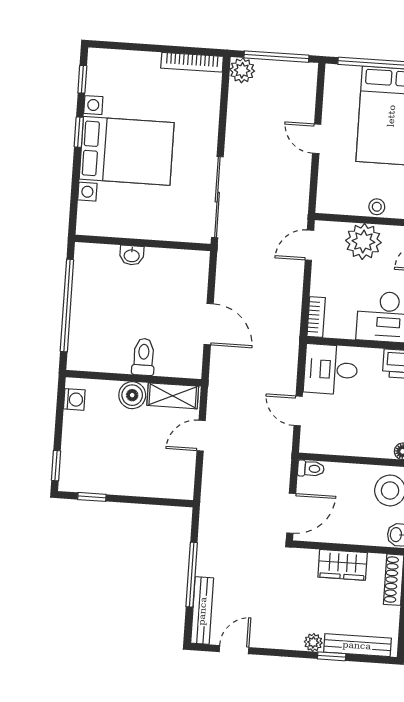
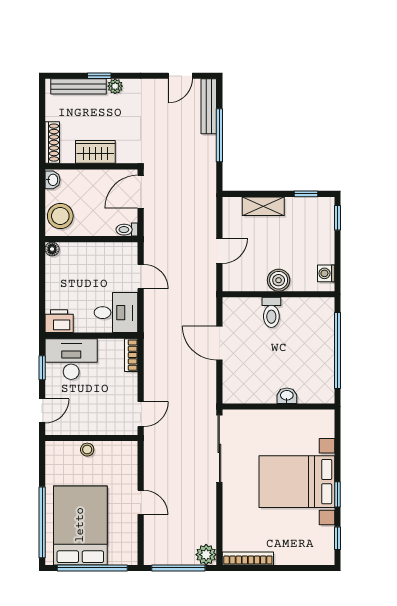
plant: (363, 241) -> (96, 420), removed
shelving: (173, 396) -> (263, 206), moved

